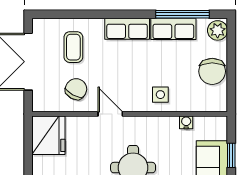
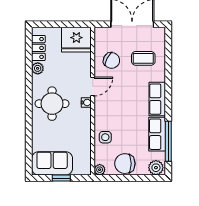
side table: (160, 95) -> (105, 137), moved
plant: (220, 105) -> (100, 170), added
water cooler: (186, 122) -> (86, 102), moved

